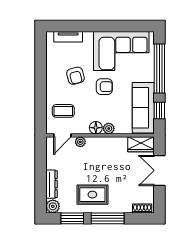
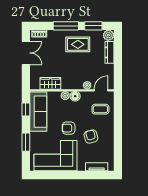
window: (159, 68) -> (26, 142), width x0.47
wardrobe: (141, 144) -> (50, 83), moved
double door: (159, 170) -> (26, 53), moved

